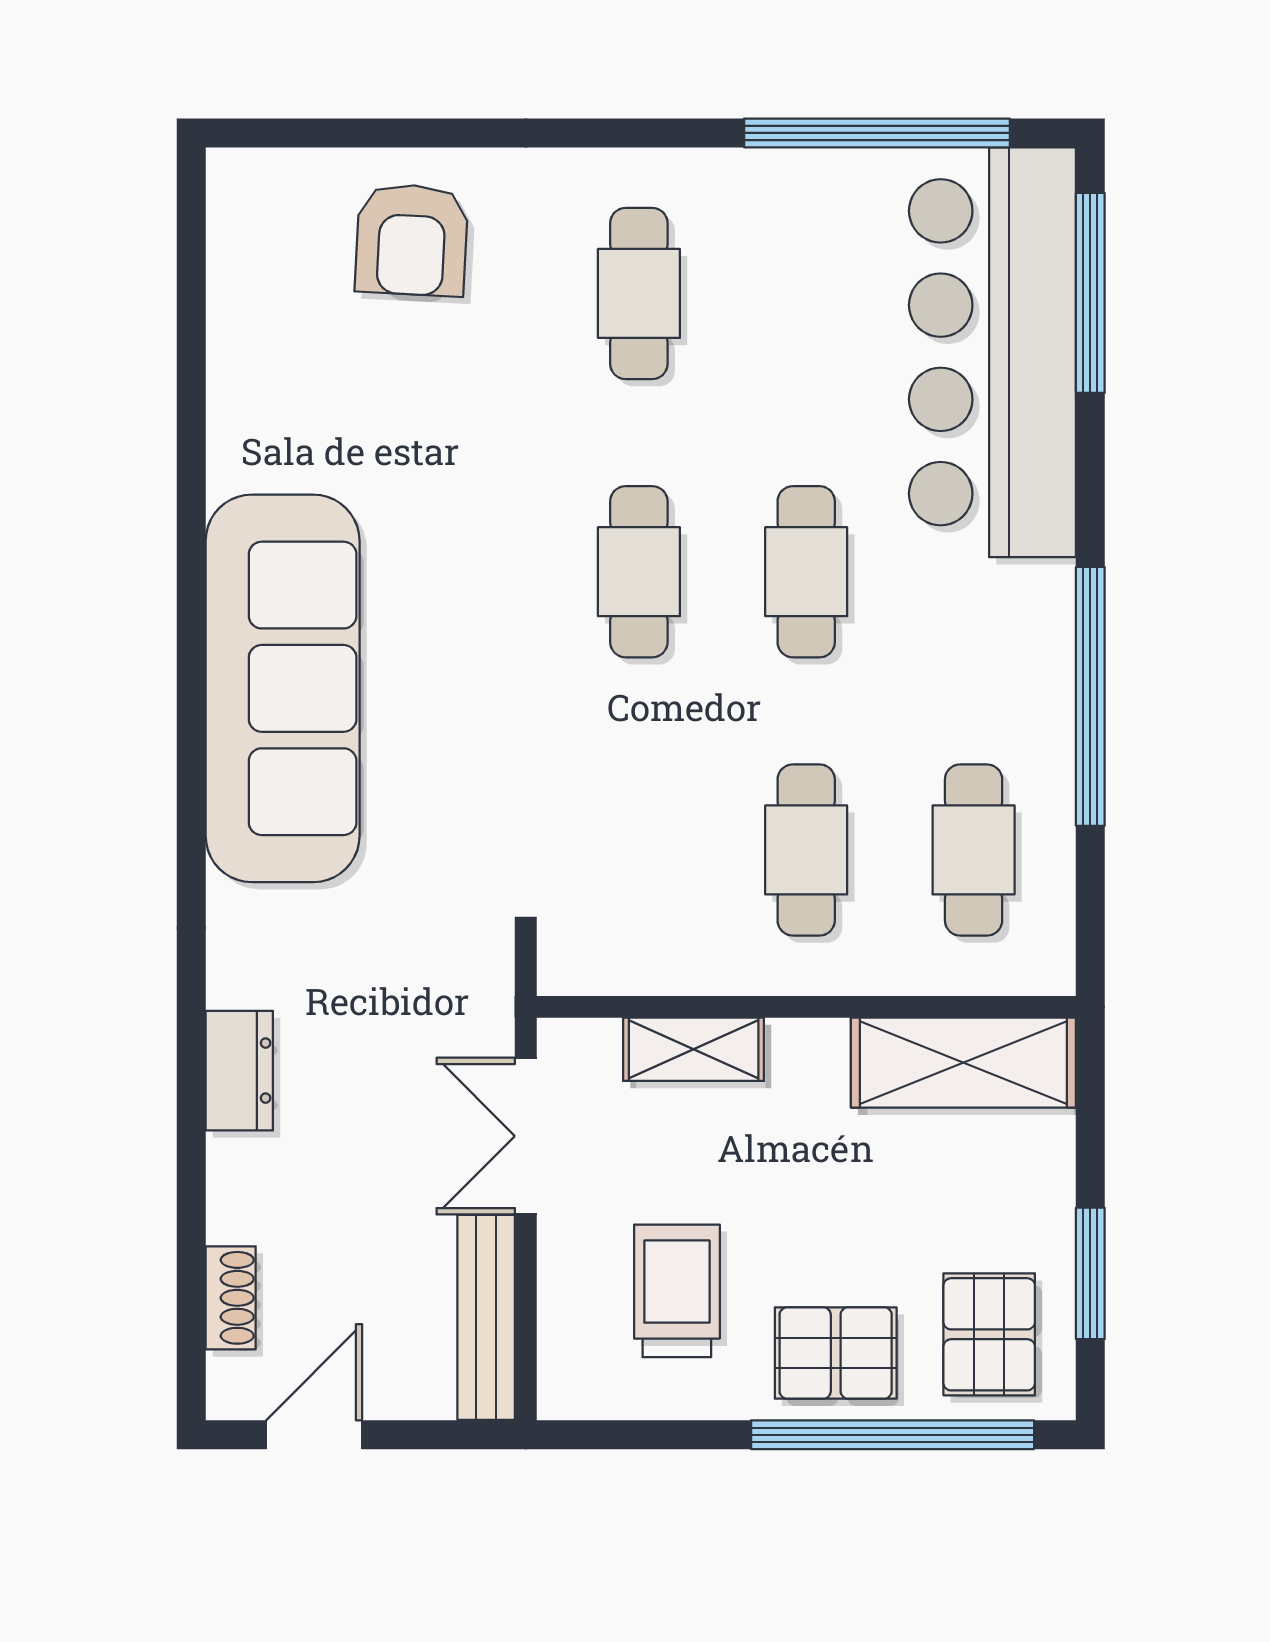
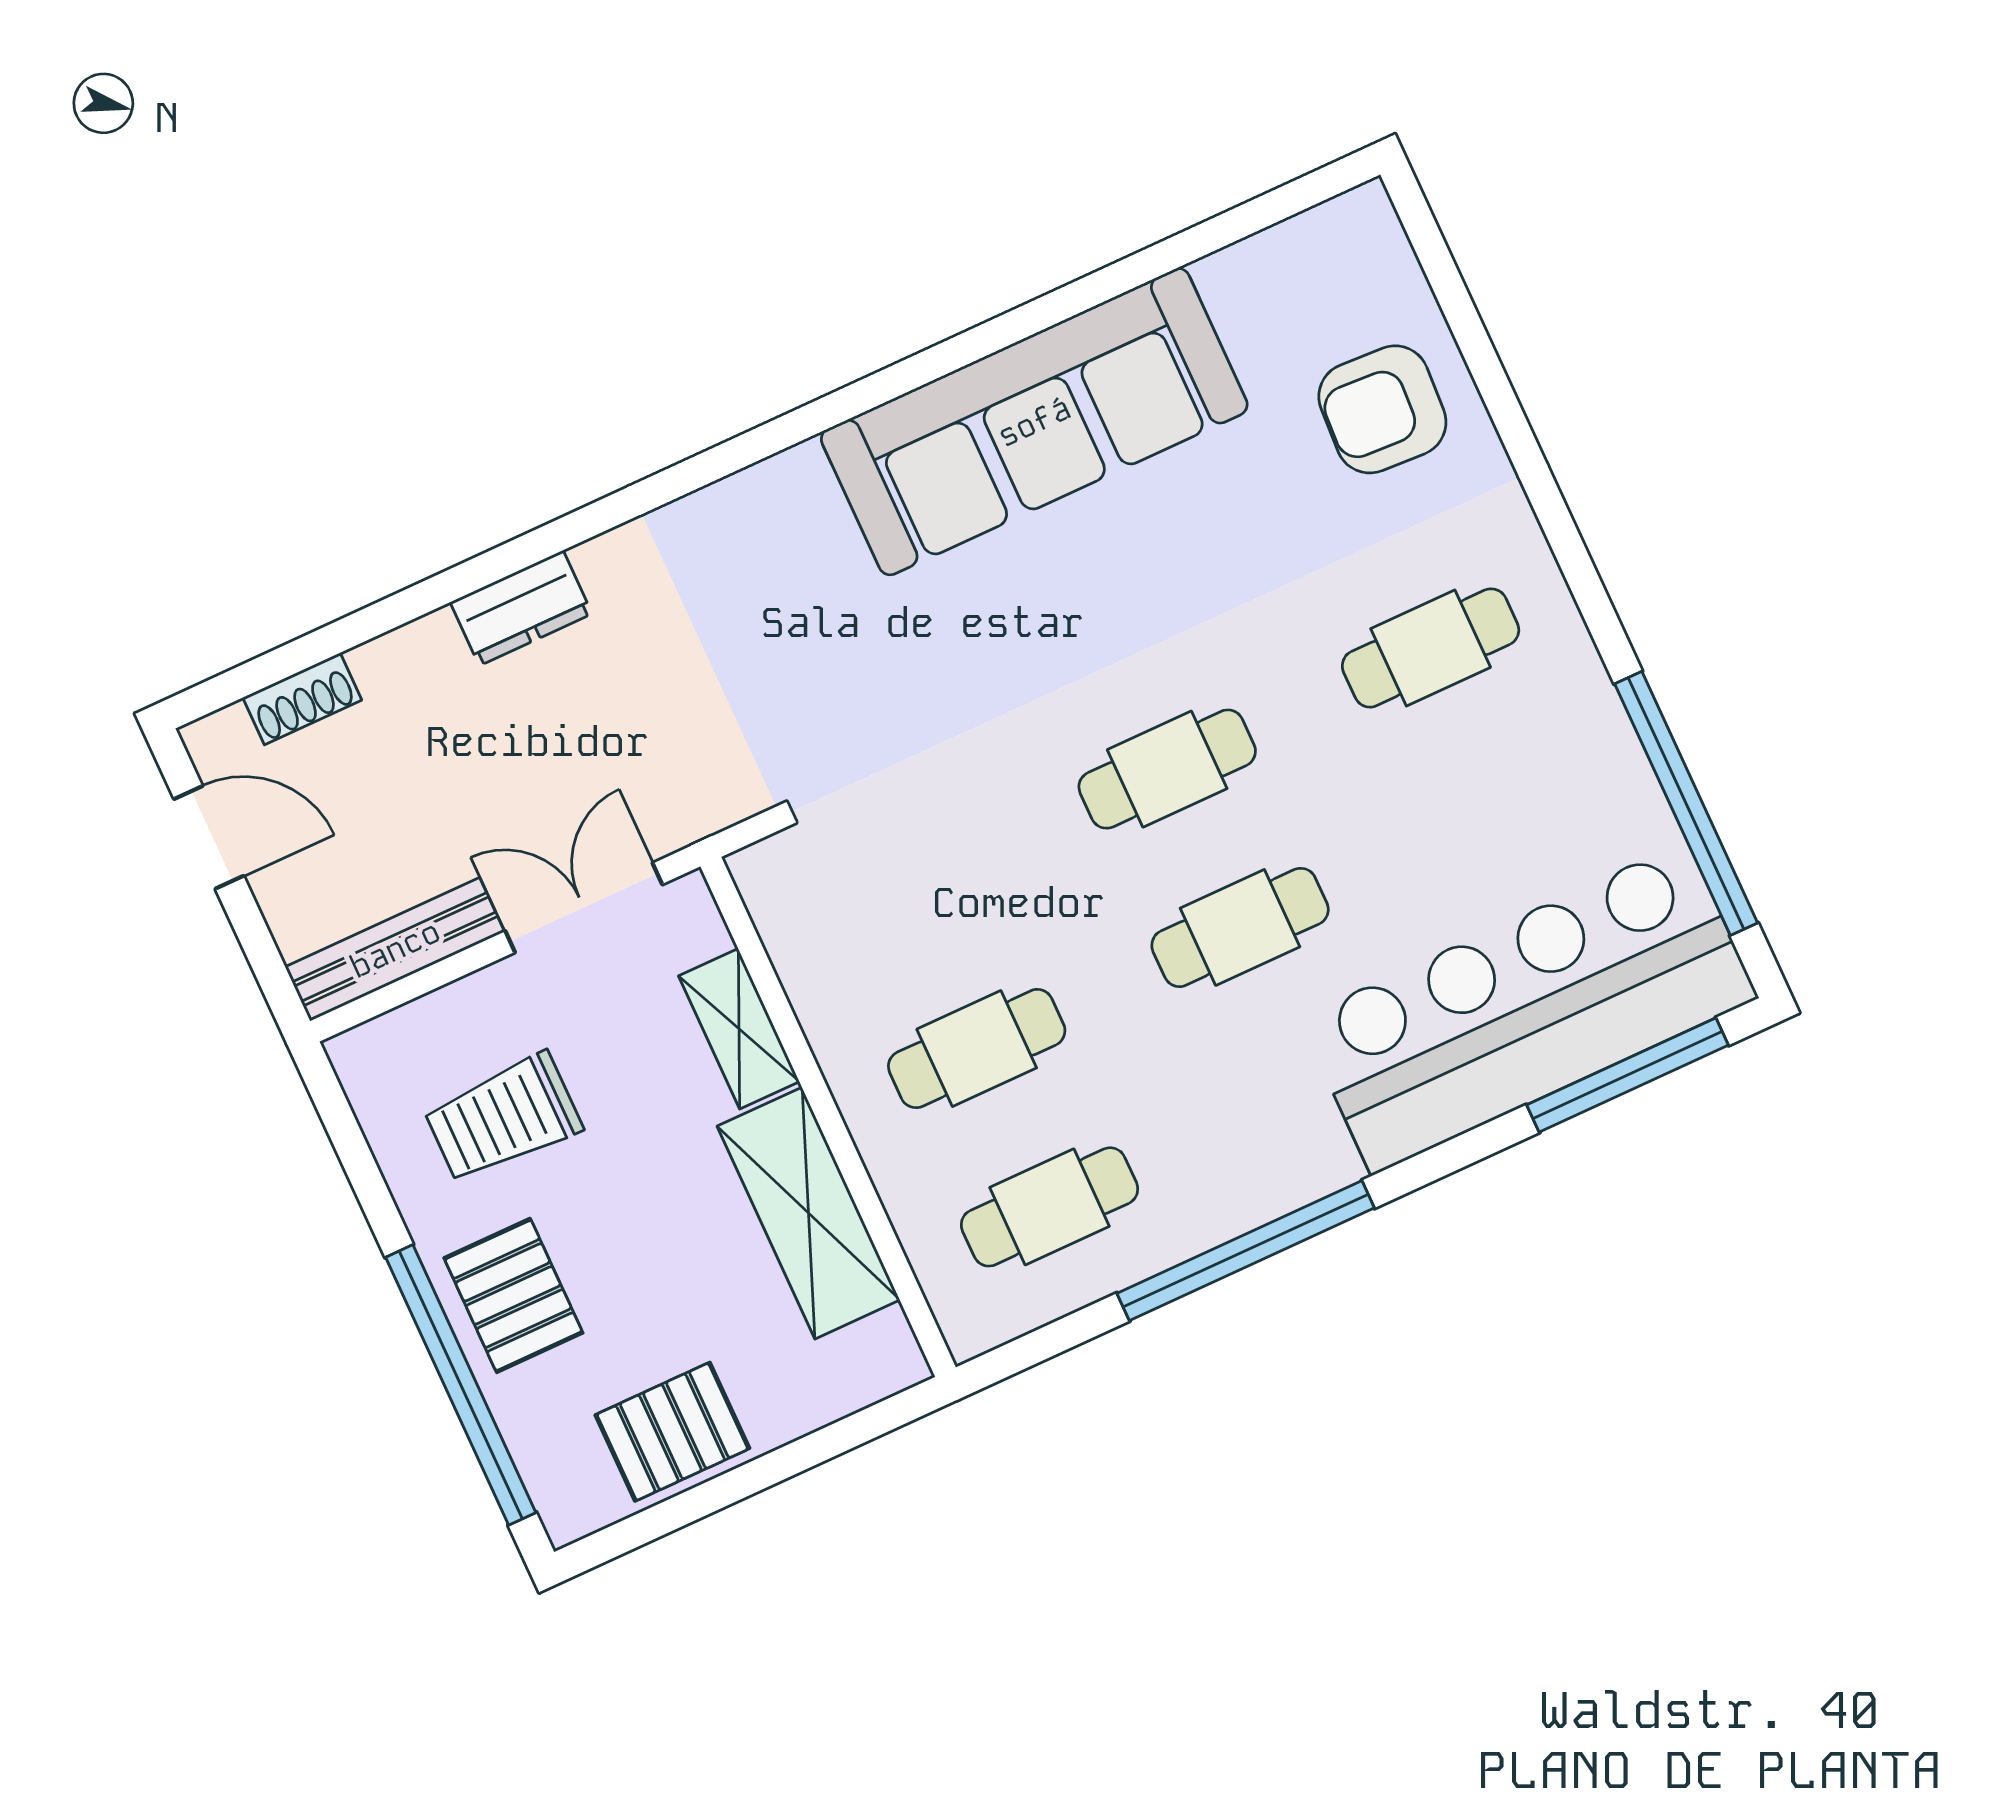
sofa: (283, 688) -> (1034, 422), moved
shelving: (963, 1063) -> (808, 1213), moved
window: (1090, 1273) -> (700, 1502), removed
trolley: (677, 1291) -> (503, 1118), turned 180
pallet: (989, 1334) -> (672, 1432), moved

